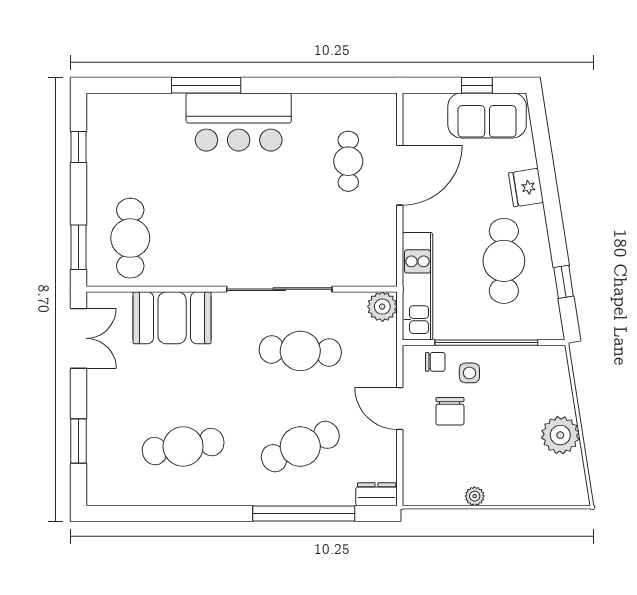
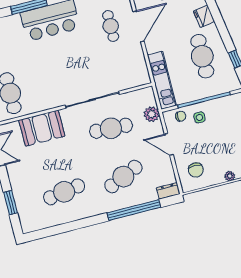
plant: (382, 307) -> (152, 114), moved
chair: (450, 411) -> (196, 170), moved
plant: (475, 496) -> (230, 176), moved

